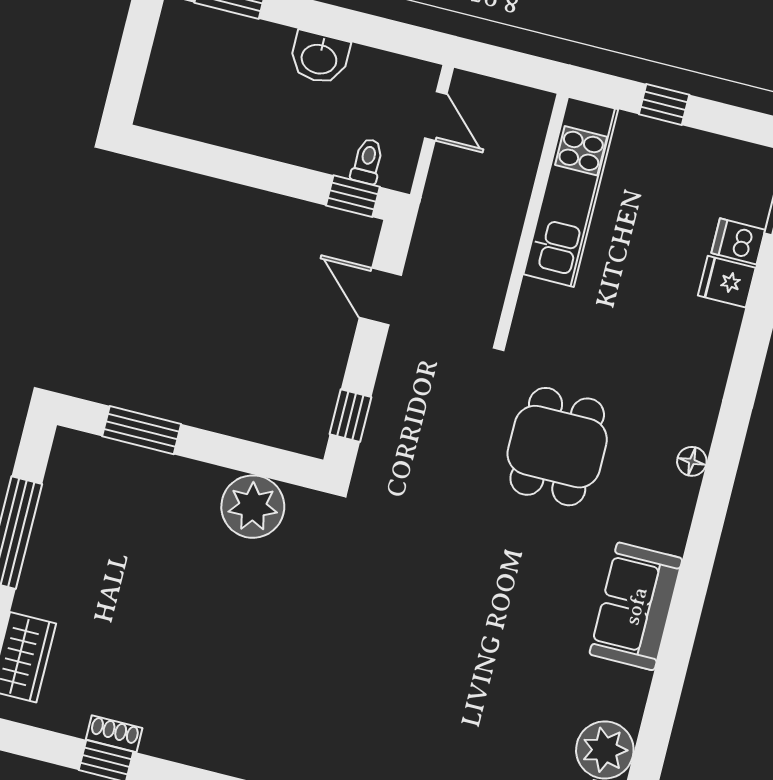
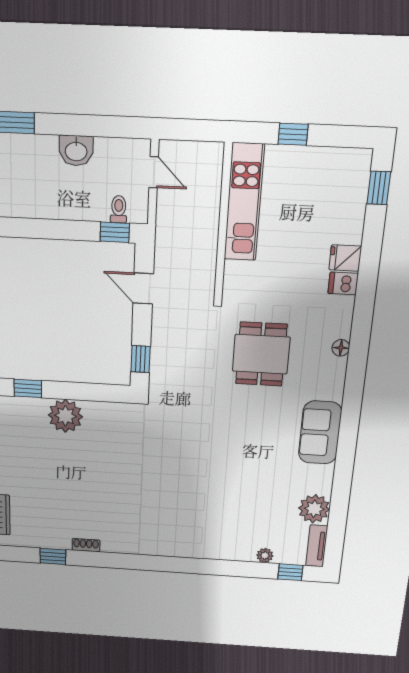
dishwasher: (738, 241) -> (343, 283), moved
fridge: (727, 282) -> (345, 258), moved
window: (142, 430) -> (28, 388), width x0.67
plant: (253, 507) -> (65, 416), moved
shoe rack: (114, 734) -> (86, 545), moved

